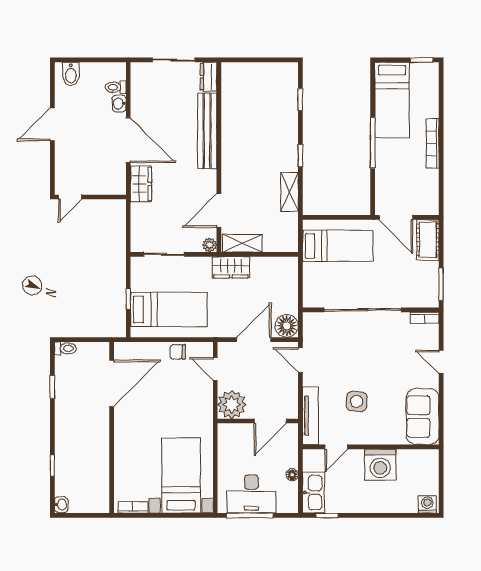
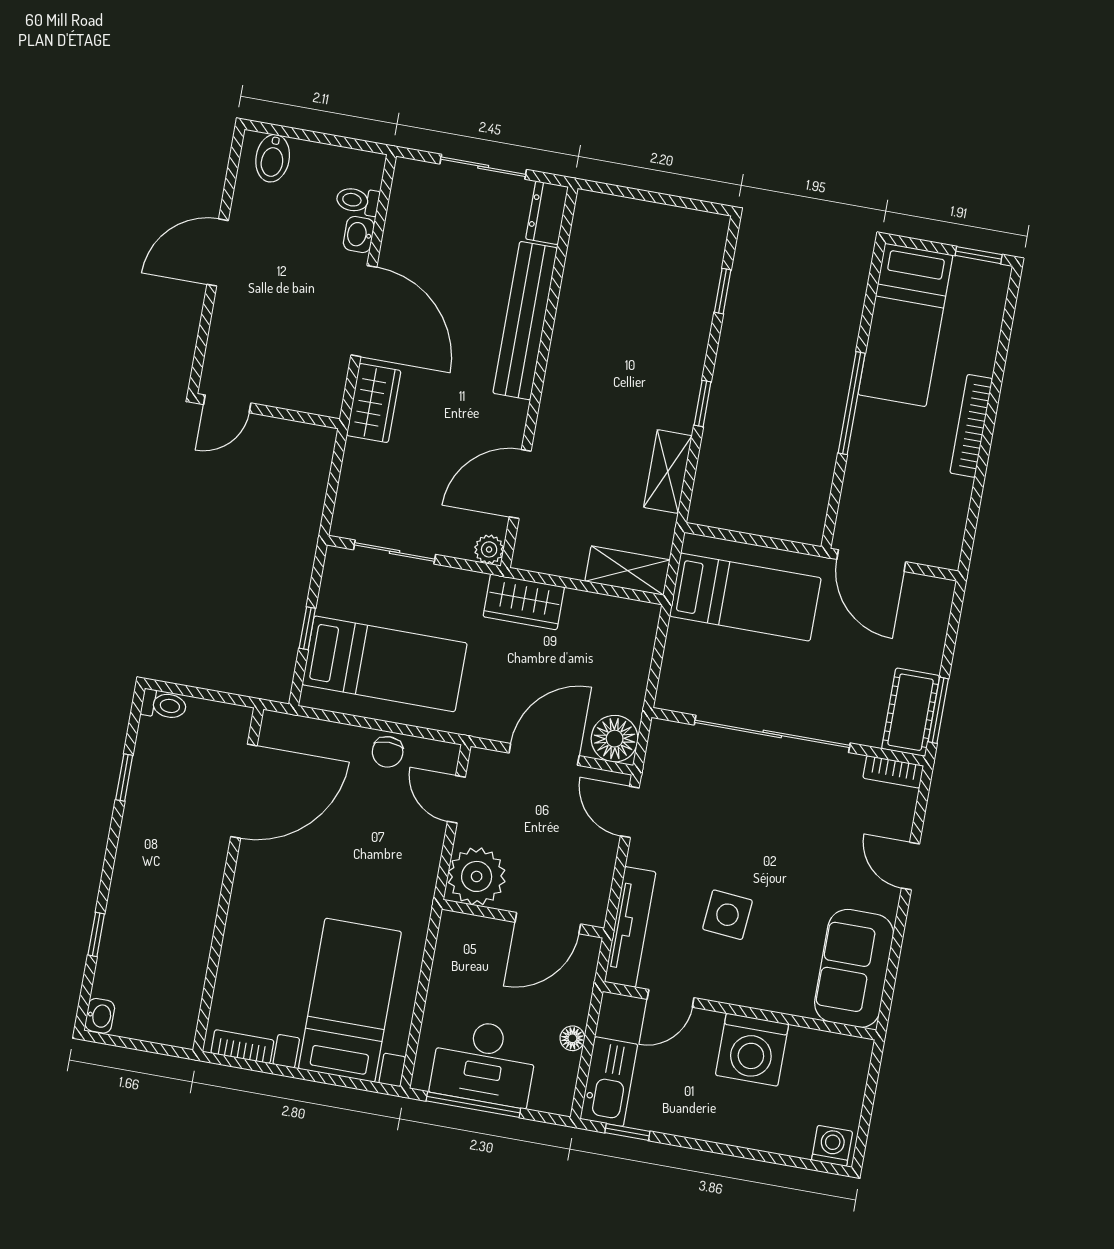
cot: (428, 240) -> (911, 712), moved
shelving: (242, 243) -> (627, 571), moved
chair: (178, 352) -> (388, 752), turned -90

